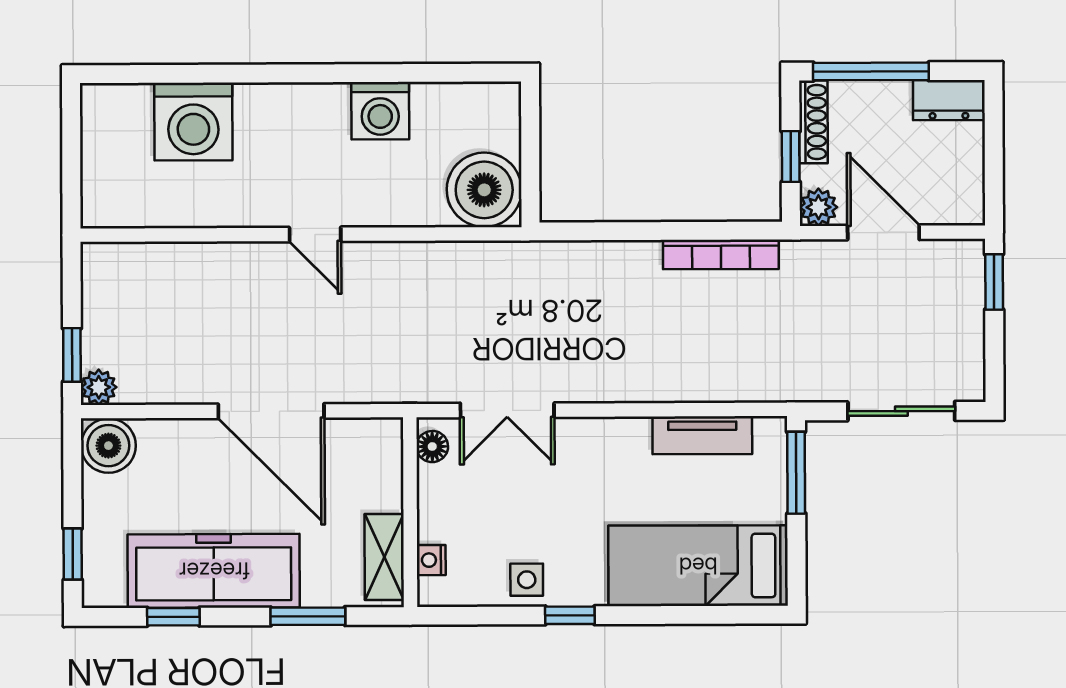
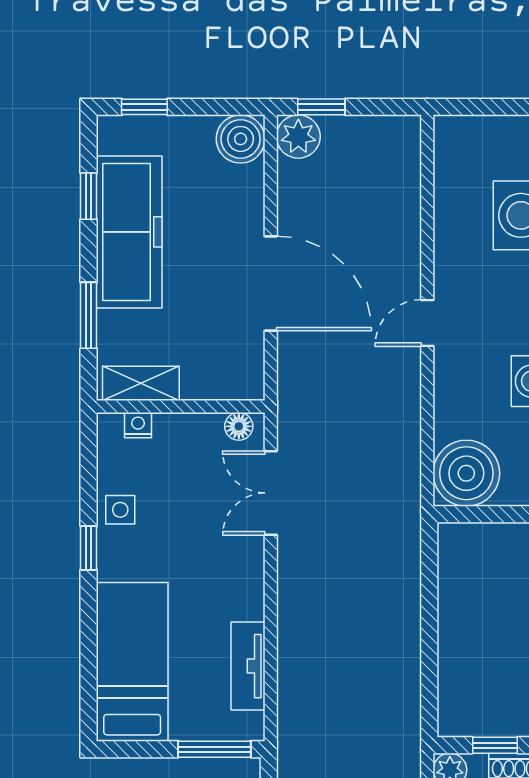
bookcase: (721, 254) -> (408, 683), removed
plant: (99, 387) -> (298, 137), width x1.38, depth x1.38
door: (271, 411) -> (271, 284), swing flipped

